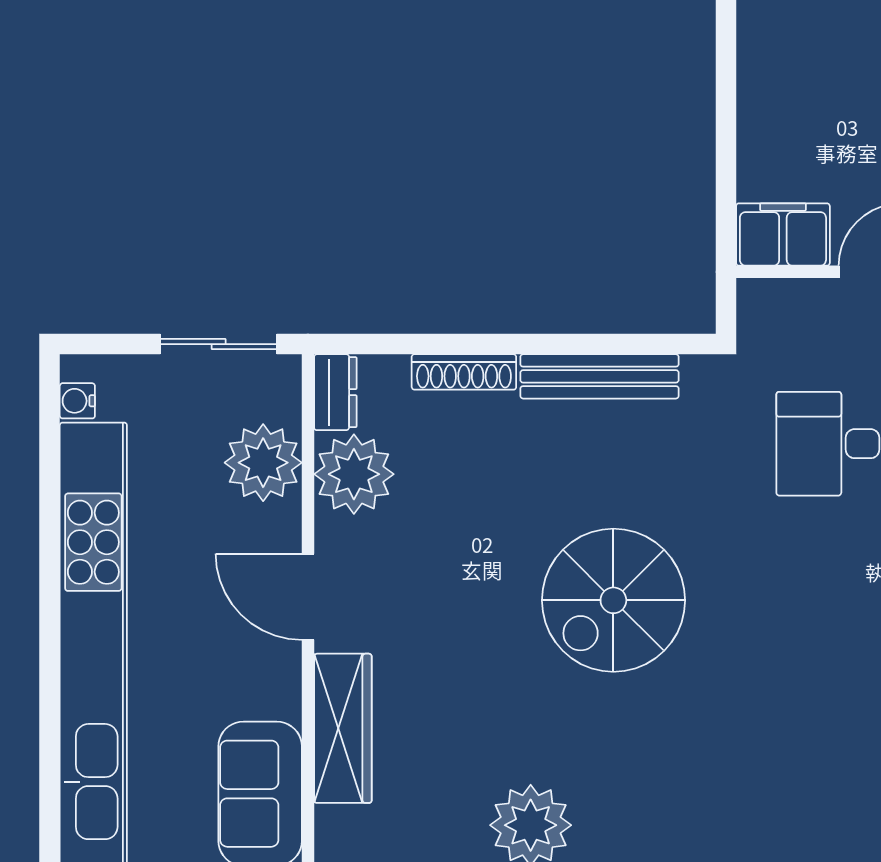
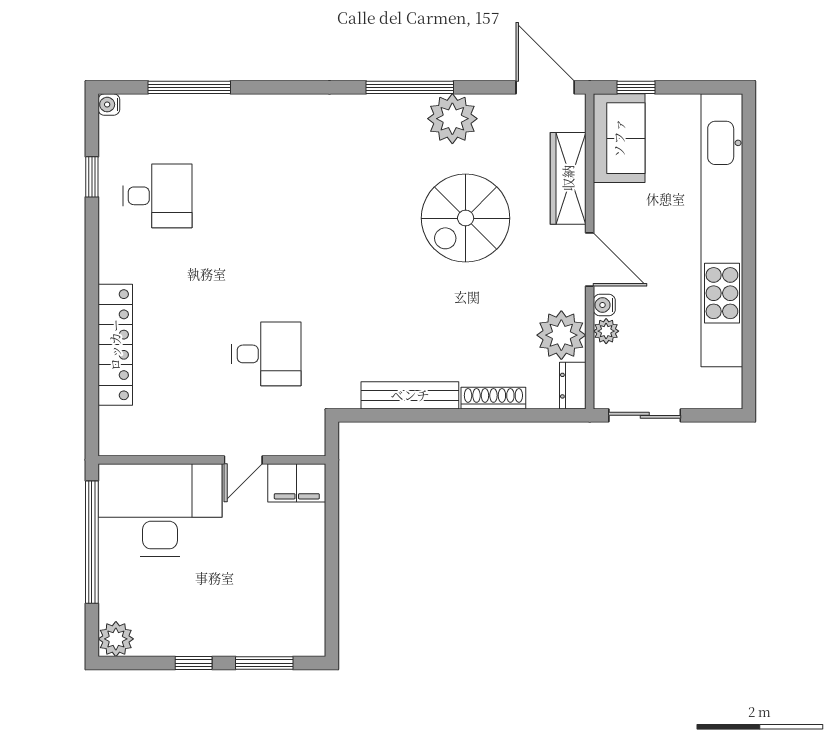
water cooler: (77, 401) -> (604, 305), moved, turned 180
plant: (263, 463) -> (606, 331), width x0.53, depth x0.53
spiral stairs: (613, 600) -> (466, 218), moved, turned 180

